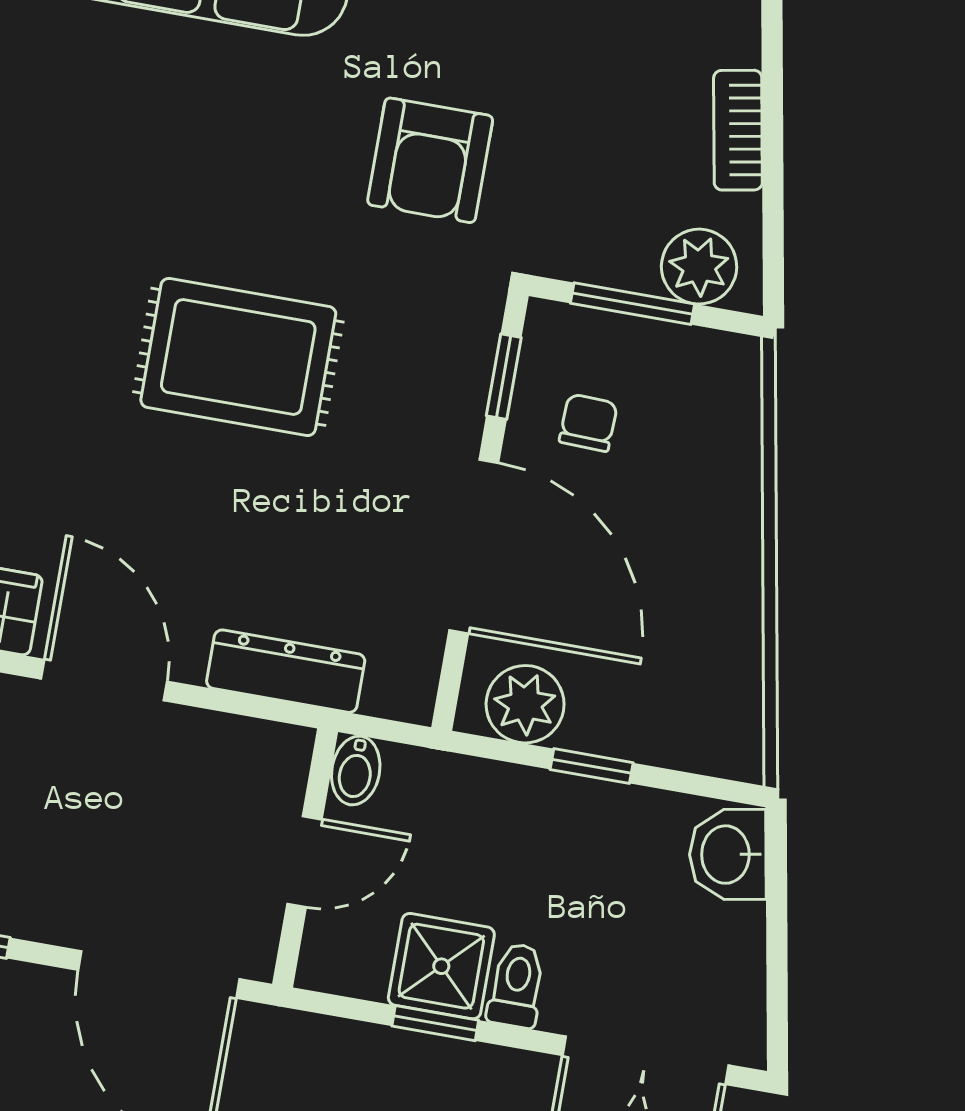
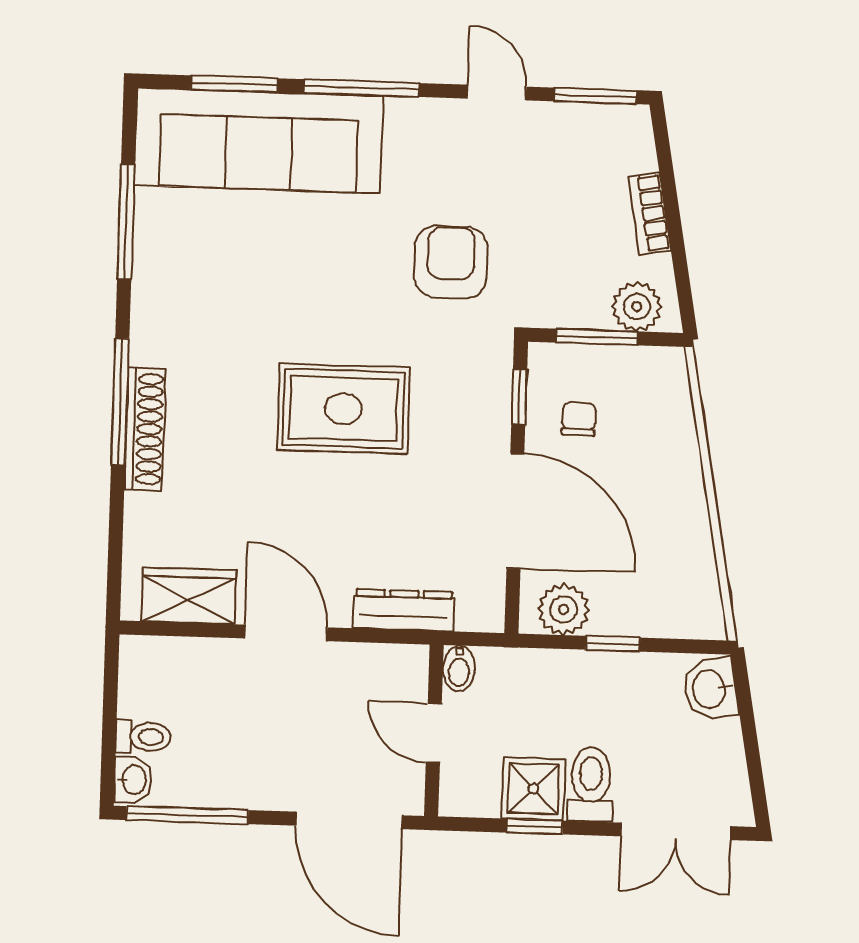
armchair: (430, 160) -> (451, 262), turned 180
door: (304, 862) -> (434, 733), swing flipped
toilet: (516, 985) -> (591, 784), width x1.37, depth x1.39

